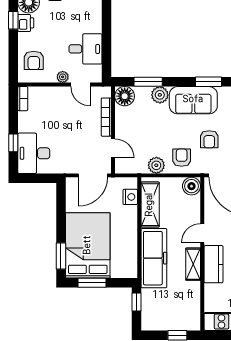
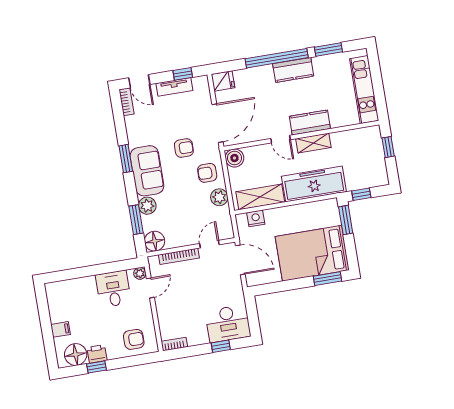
plant: (63, 77) -> (140, 273), moved
window: (92, 283) -> (346, 220), moved

